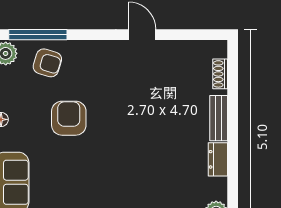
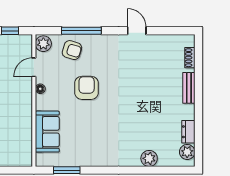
window: (38, 35) -> (81, 31), moved
dresser: (218, 159) -> (188, 132), moved

